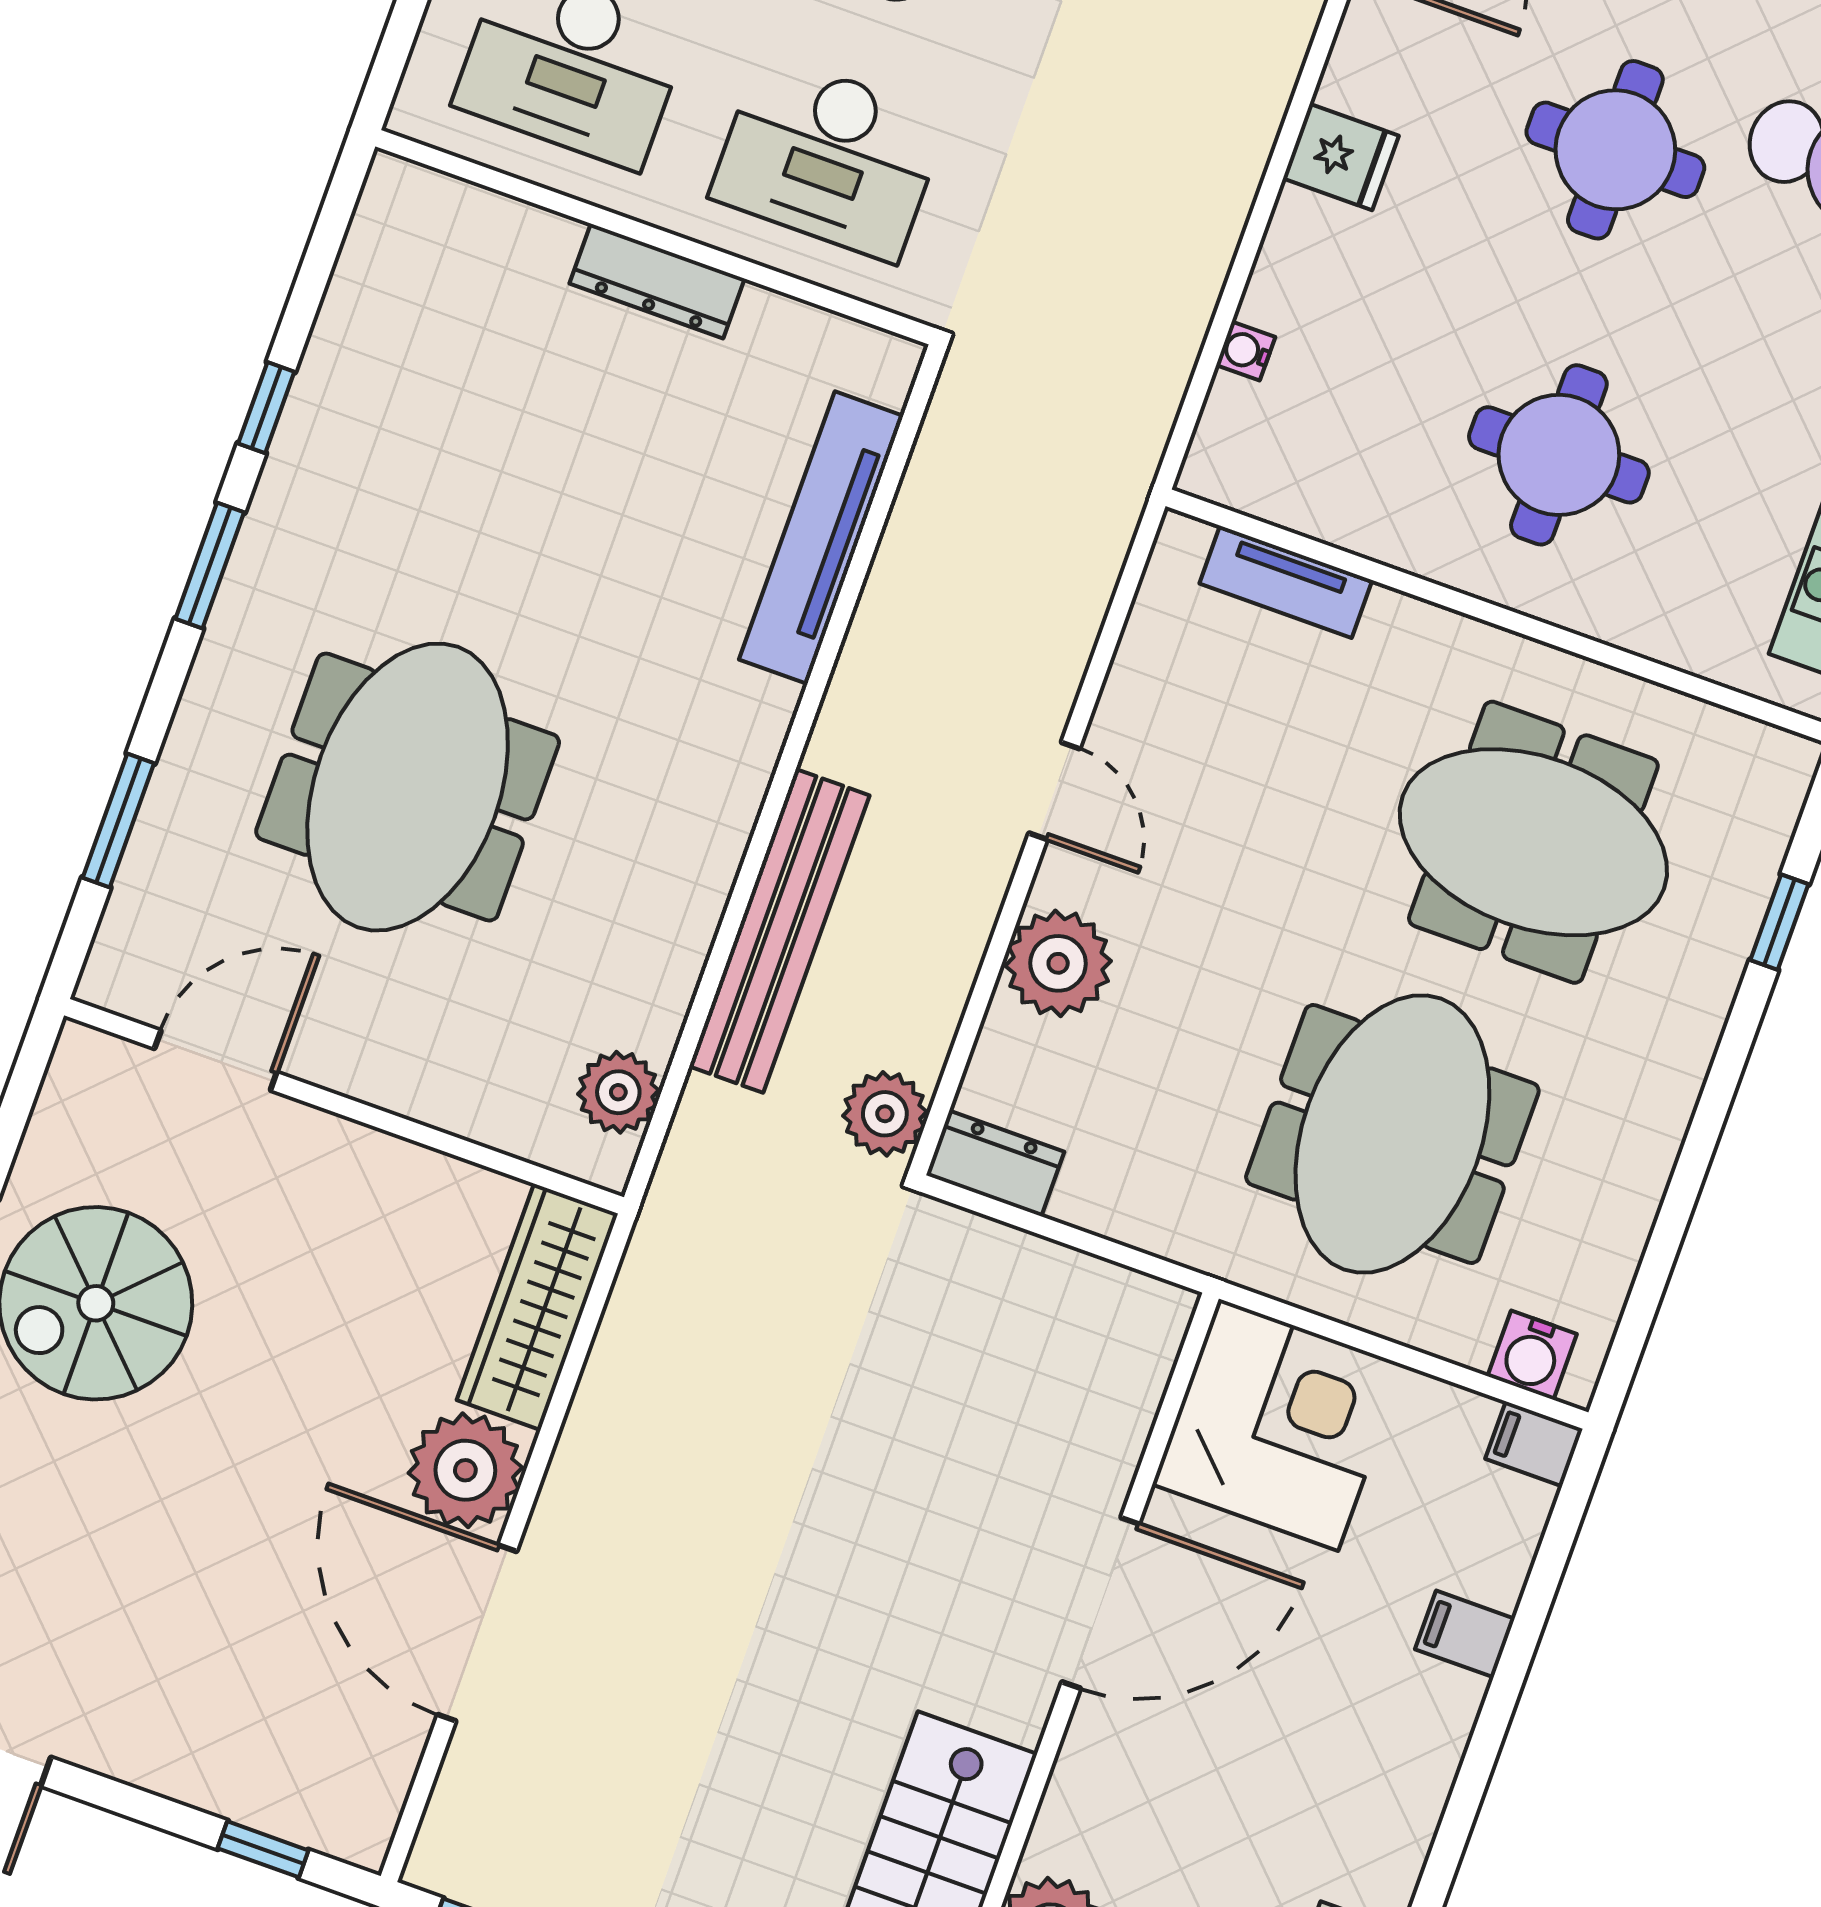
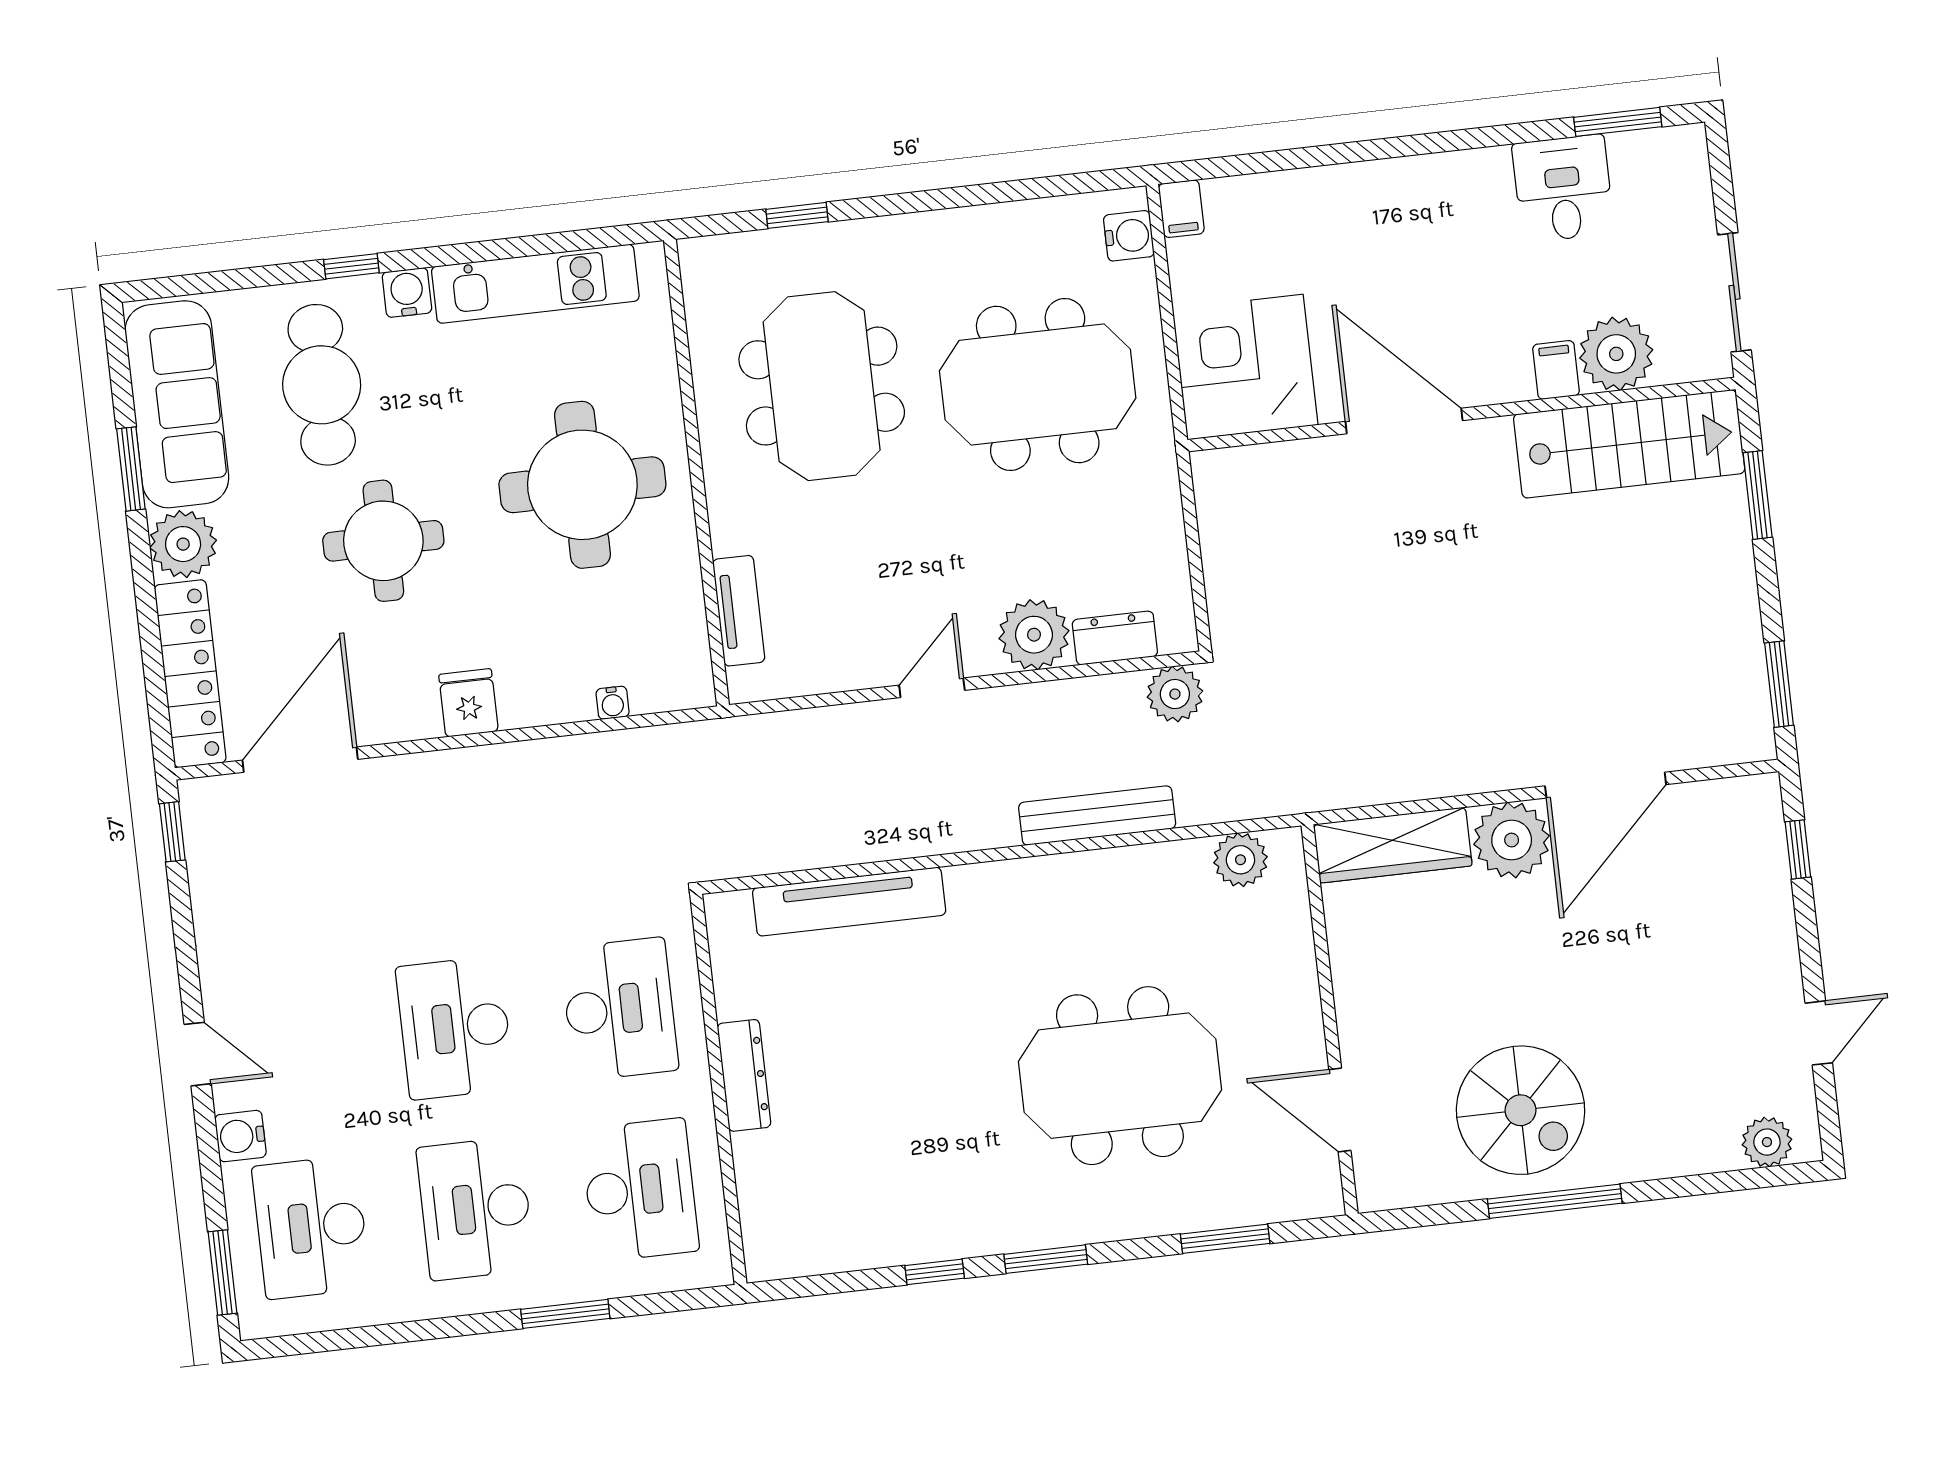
round table: (1559, 455) -> (582, 485), width x1.36, depth x1.36
bench: (779, 931) -> (1097, 816), width x0.73, depth x0.82
dresser: (995, 1163) -> (1115, 638), moved, turned 90
filing cabinet: (1465, 1634) -> (1556, 370), moved, turned 180

